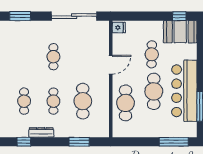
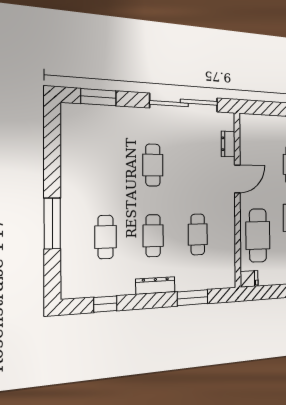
fridge: (119, 28) -> (249, 279), moved
dresser: (104, 42) -> (228, 144), added
cafe table: (83, 101) -> (198, 234), width x0.73, depth x0.74
dresser: (41, 132) -> (155, 286), moved

